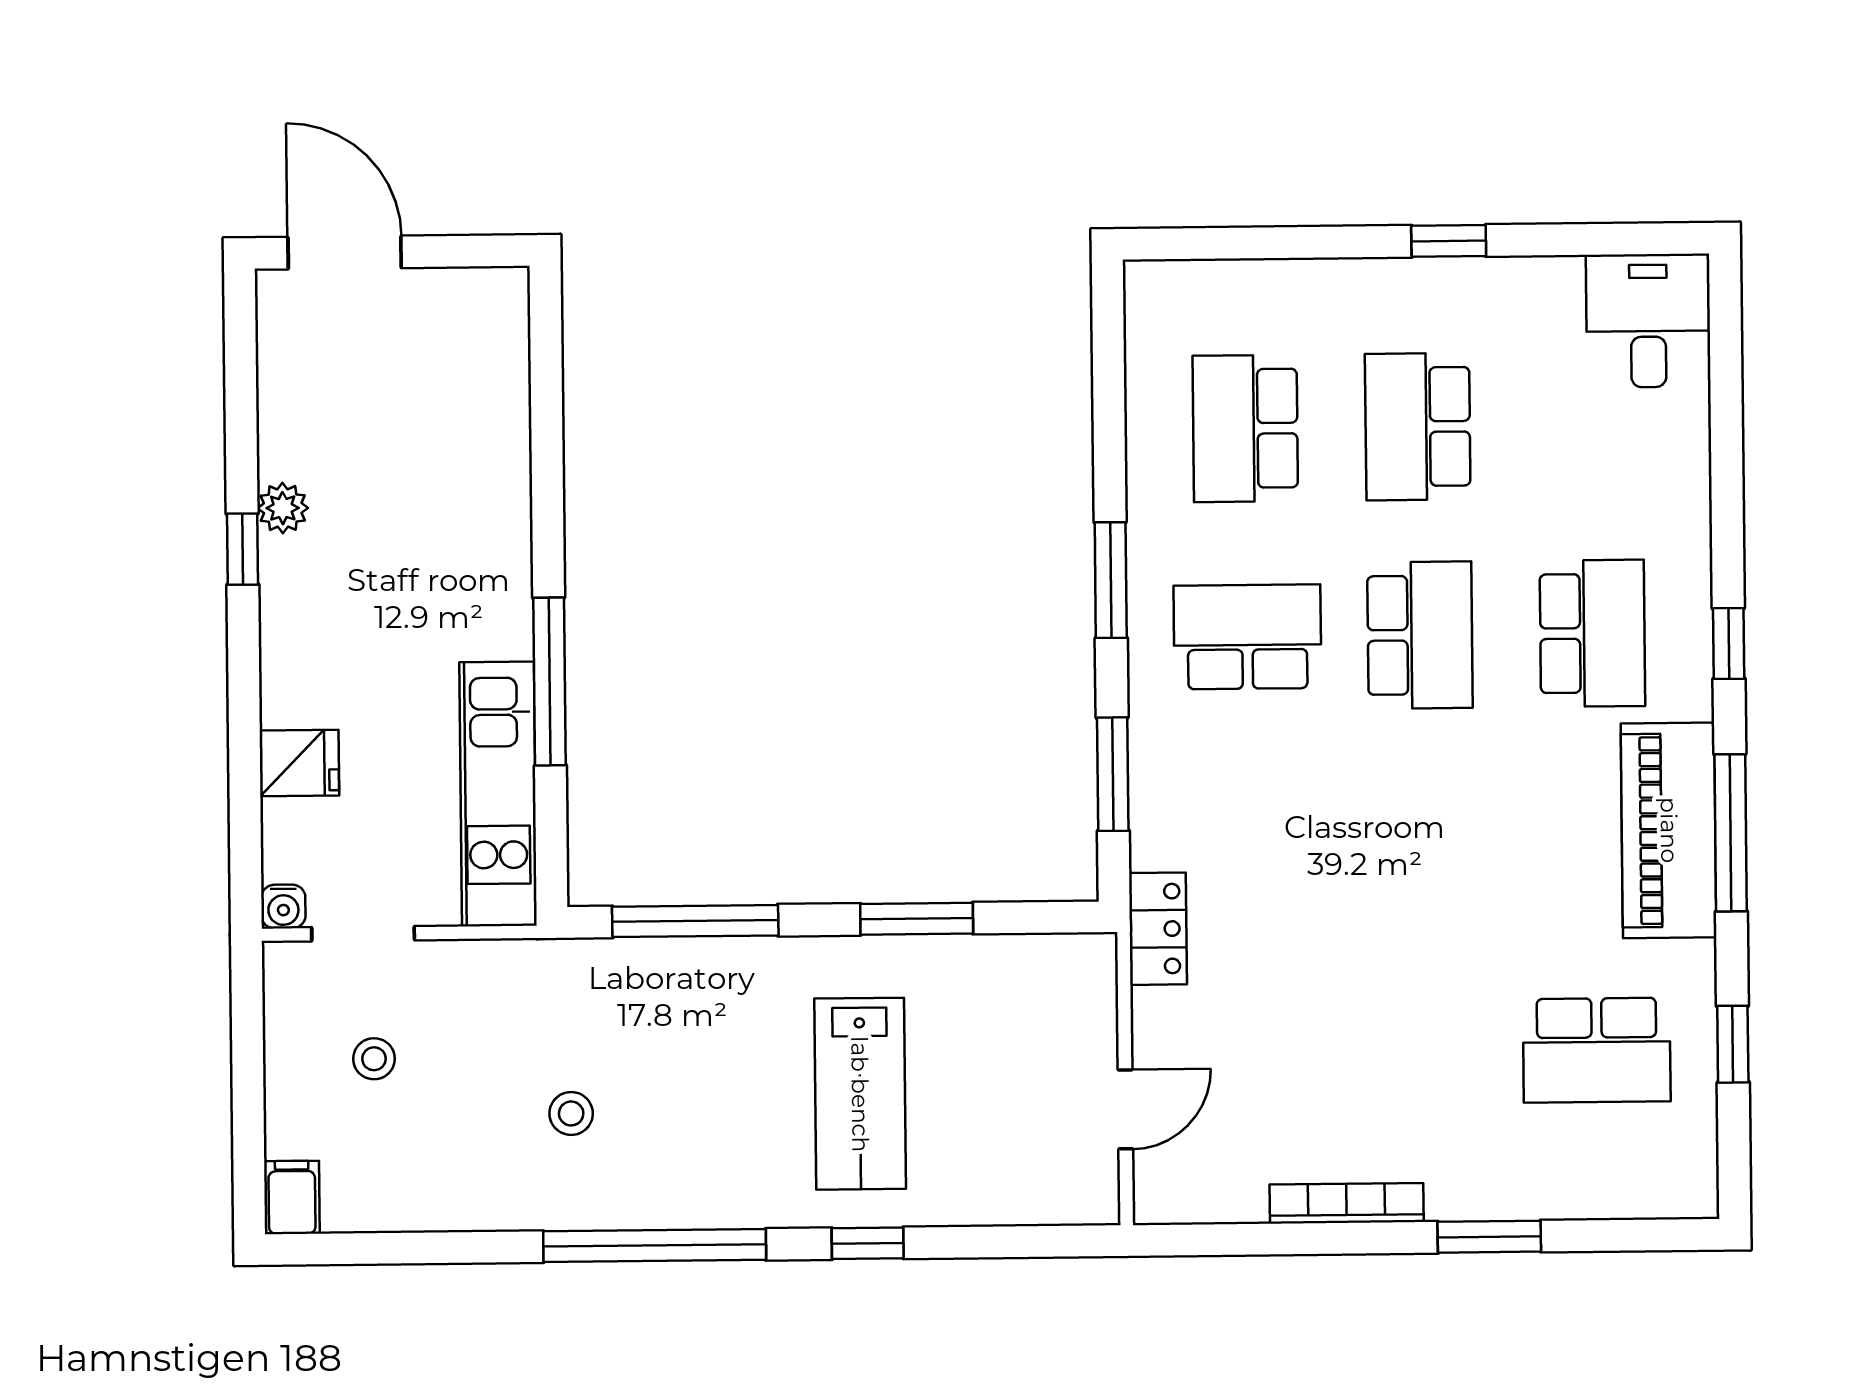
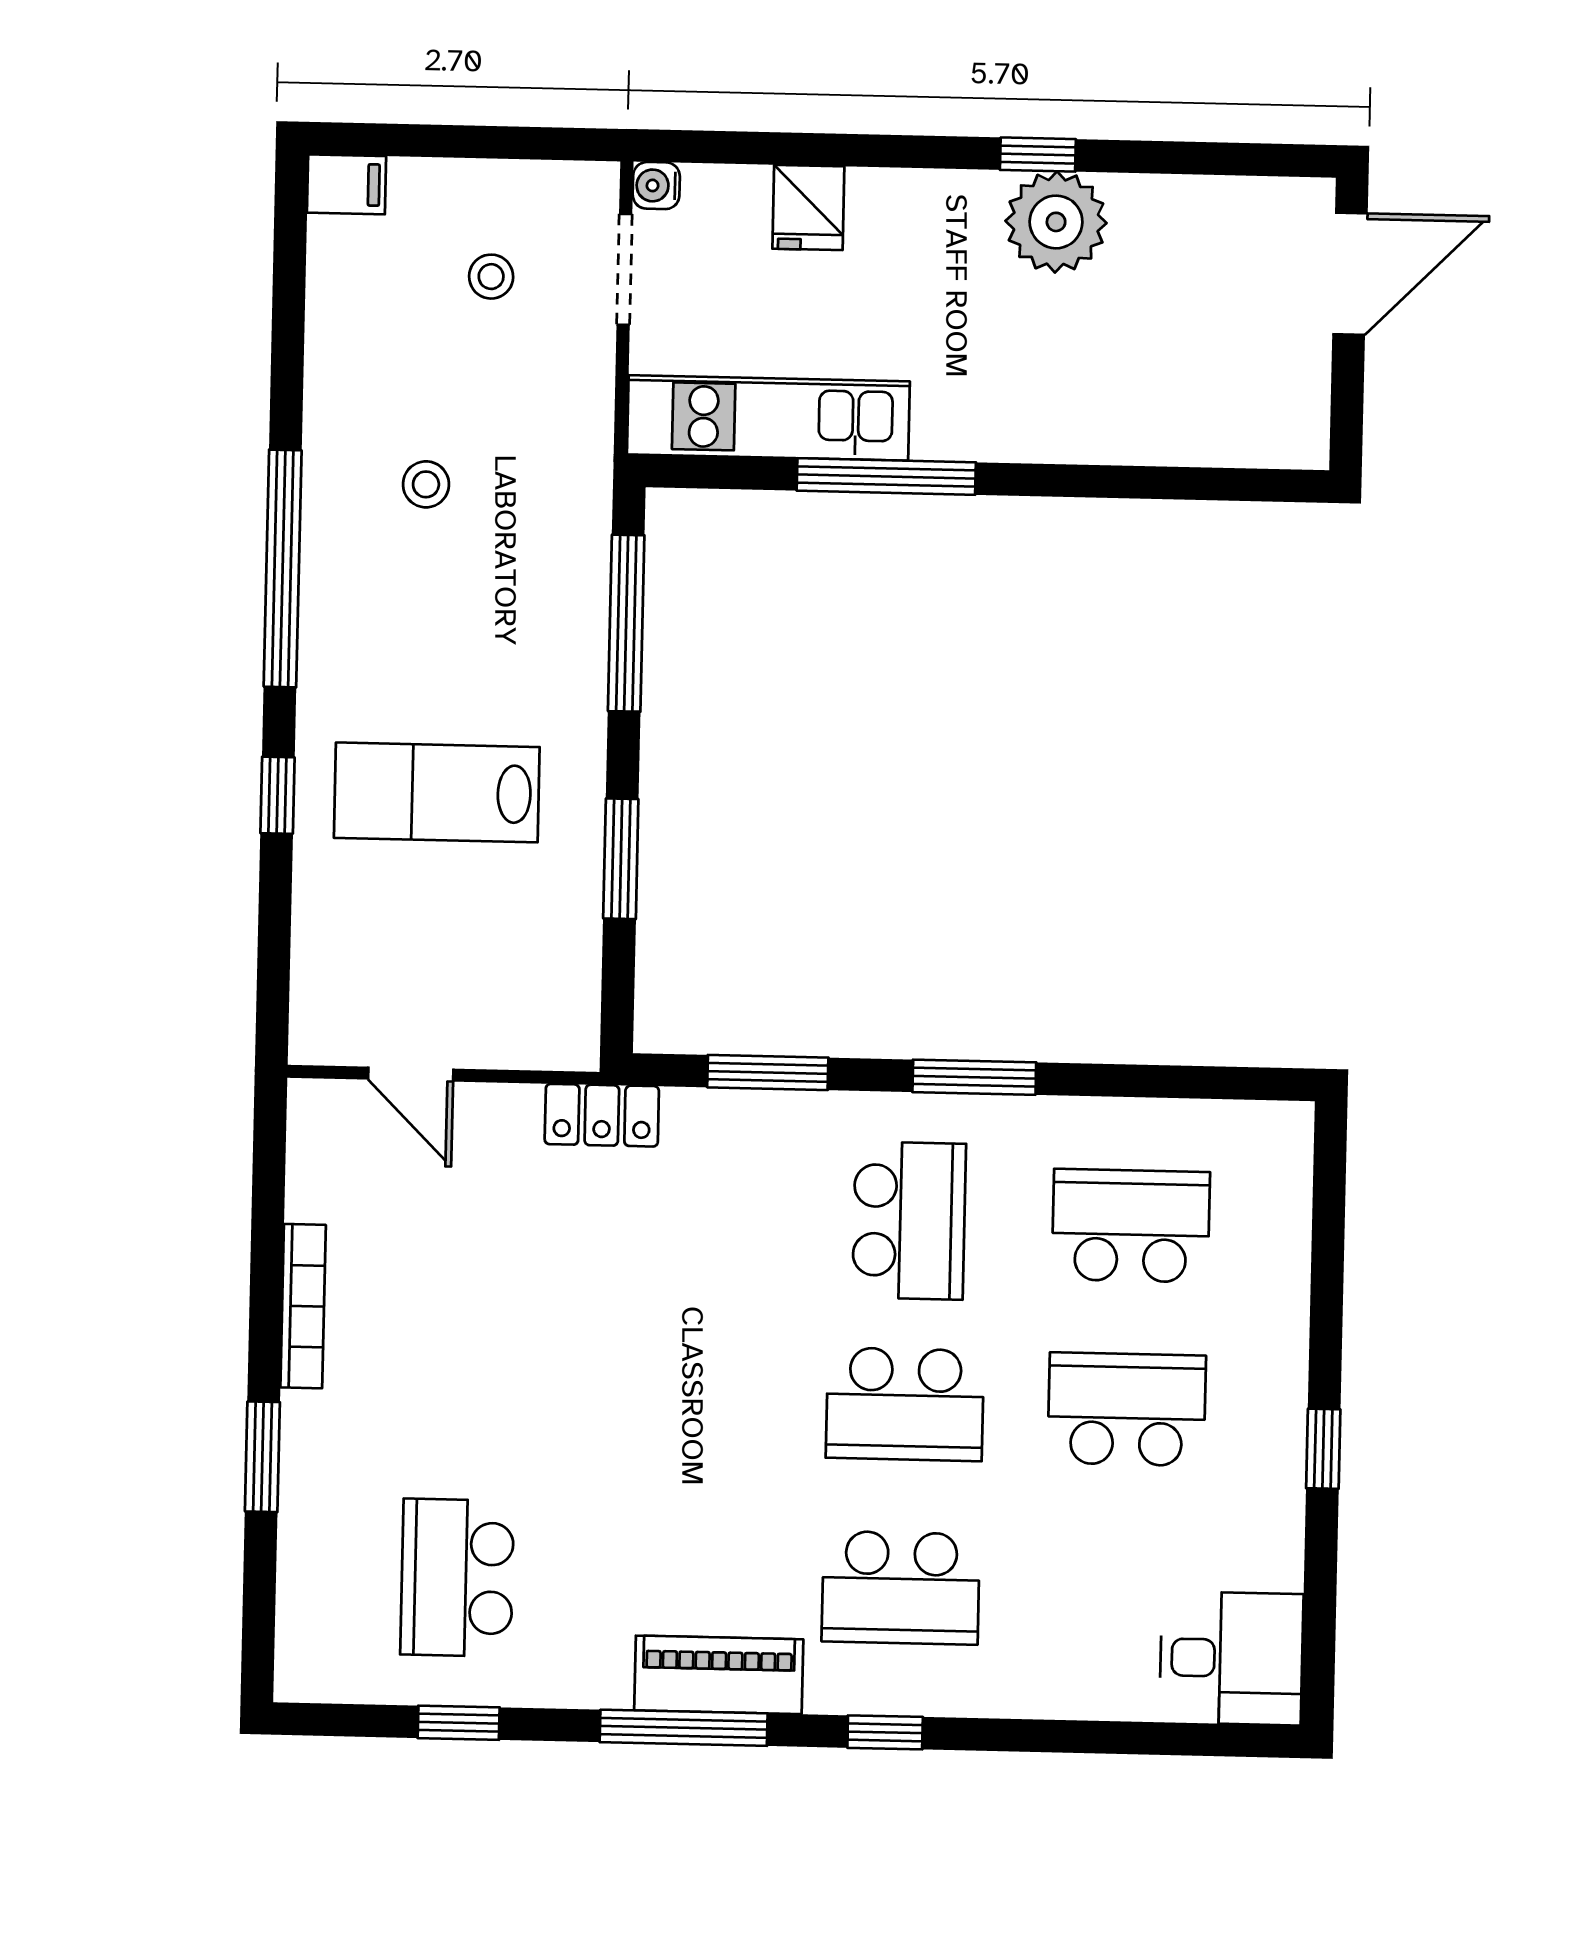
plant: (283, 508) -> (1056, 222), width x1.88, depth x1.88
piano: (1669, 830) -> (719, 1675), width x0.73, depth x0.75

